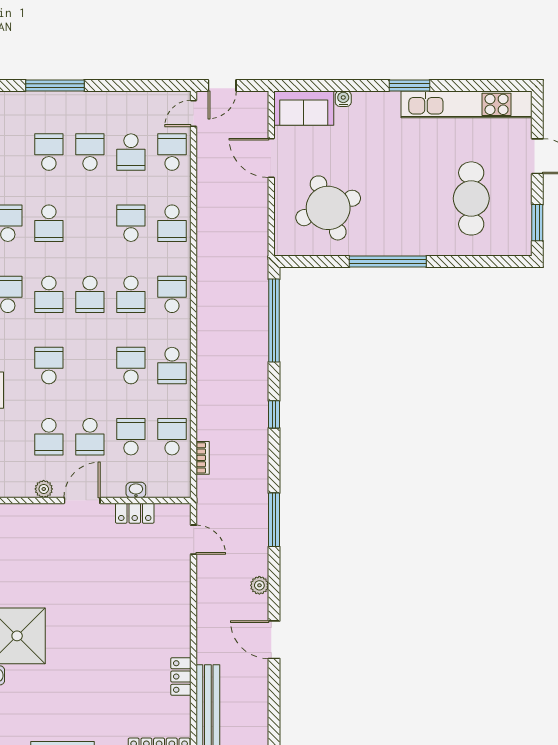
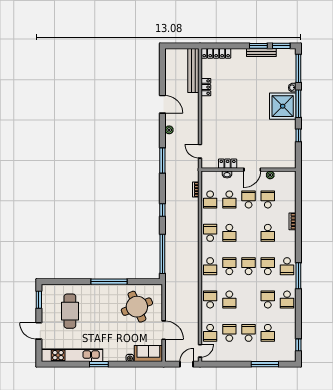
school desk: (90, 152) -> (249, 333), turned 180

